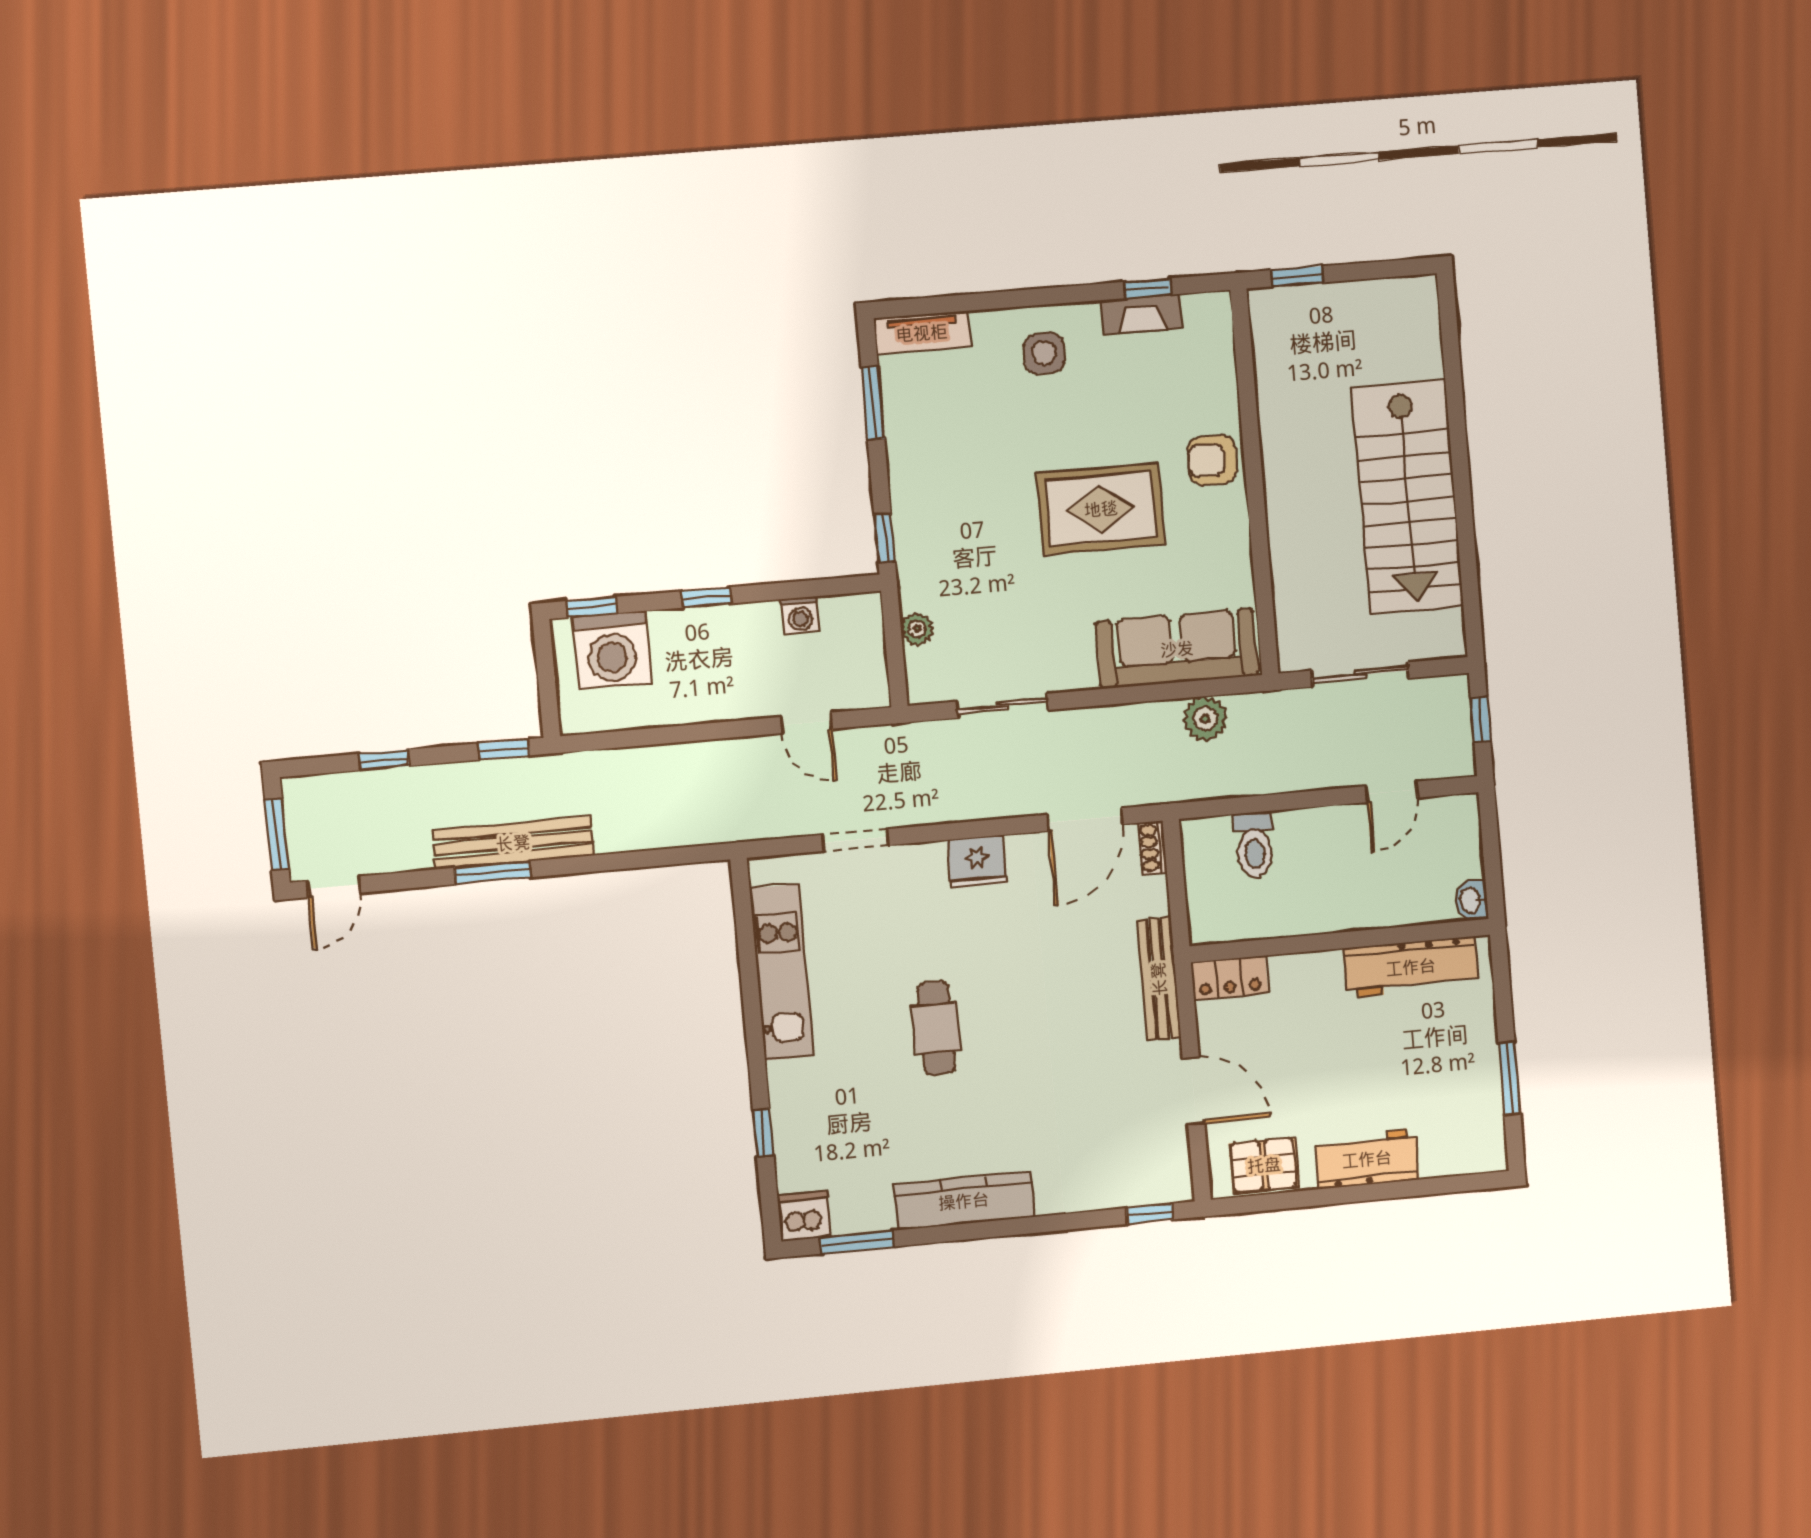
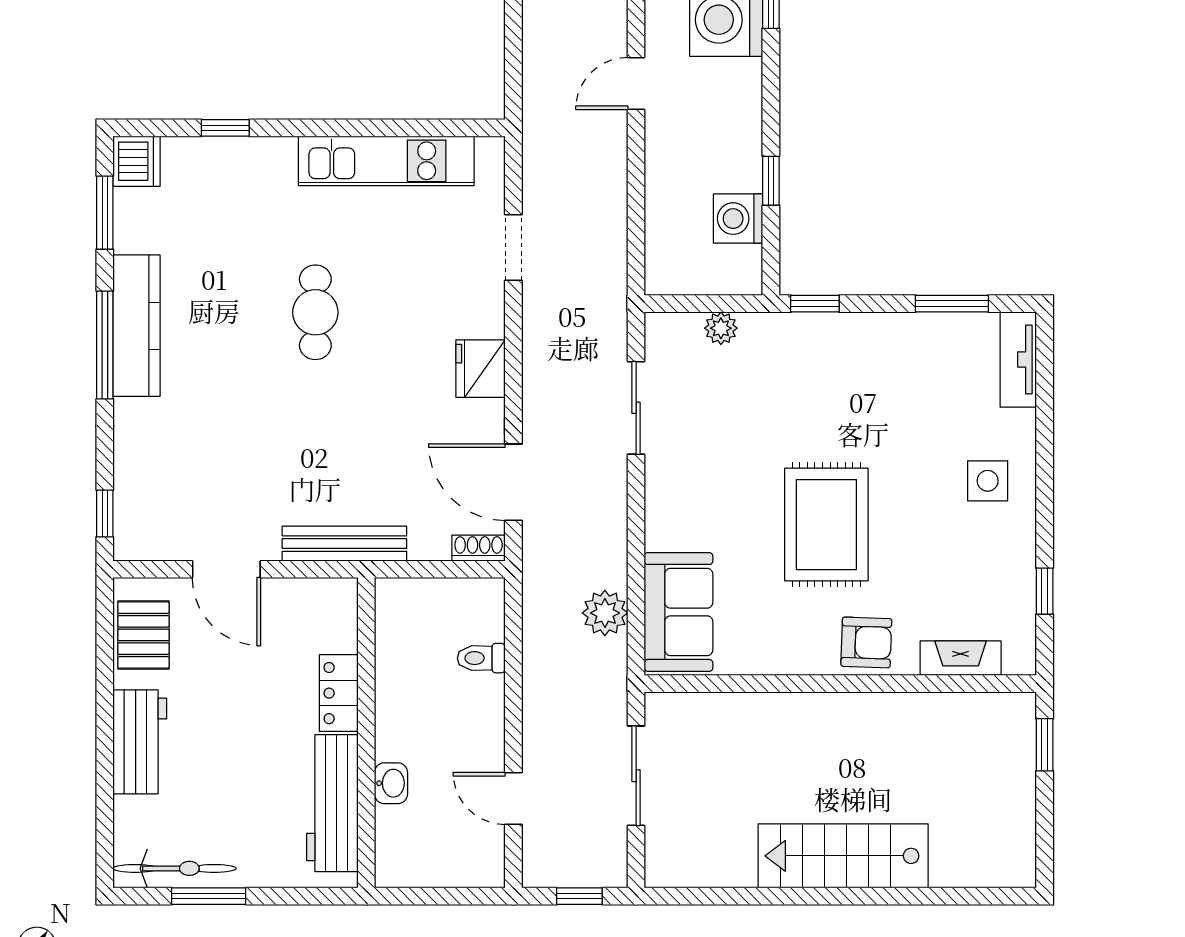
fireplace: (1142, 314) -> (961, 658), moved, turned 90
armchair: (1212, 460) -> (866, 642), turned 92
stairs: (1408, 497) -> (843, 856), width x0.73, depth x0.66
window: (707, 597) -> (771, 181), moved
washing machine: (800, 615) -> (738, 219), width x1.38, depth x1.38
sofa: (1177, 649) -> (679, 612), width x0.73
door: (806, 723) -> (636, 83), moved
toilet: (1254, 845) -> (481, 658), width x0.73, depth x0.72
washbasin: (1471, 900) -> (391, 783), moved, turned 90
locker: (1229, 978) -> (339, 693), moved
cafe table: (936, 1028) -> (315, 312), turned 90
door: (1194, 1091) -> (226, 569), hinge flipped
bicycle: (1486, 1114) -> (175, 868), added
window: (986, 1230) -> (105, 345), added

